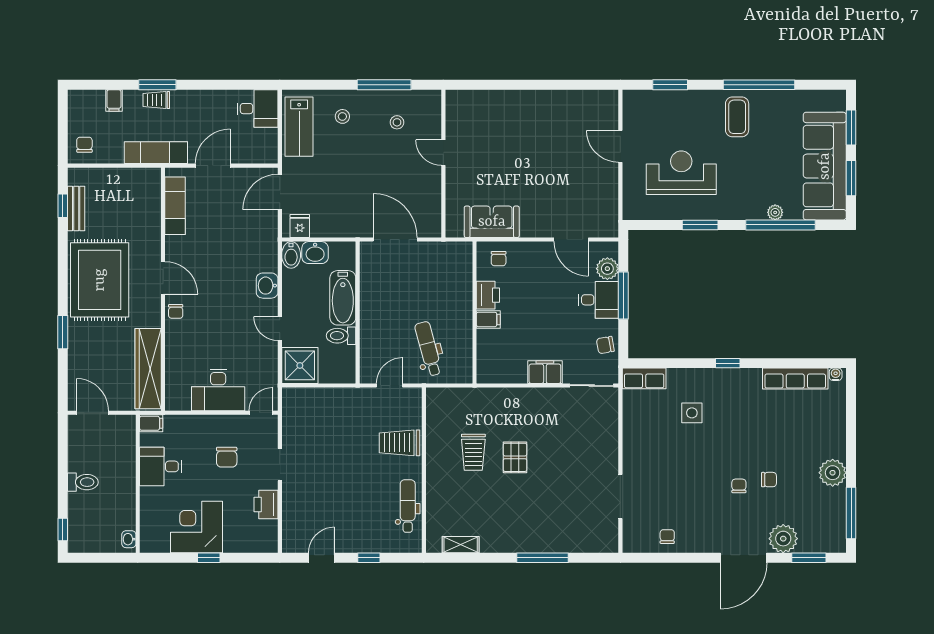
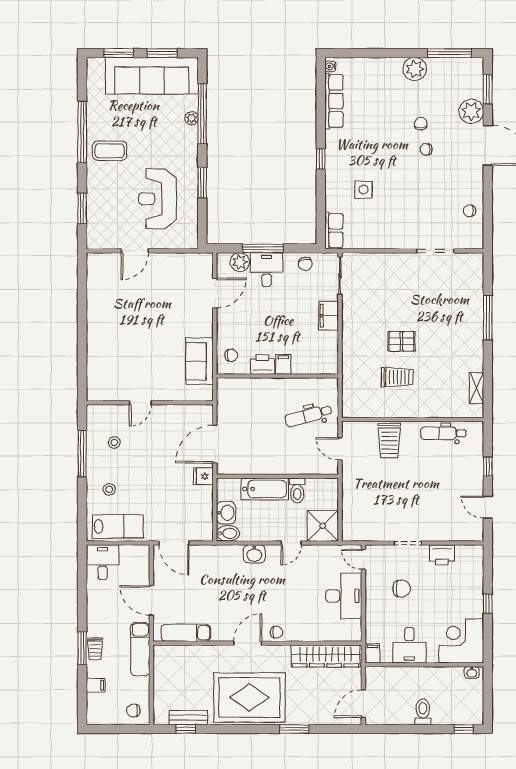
fridge: (300, 226) -> (203, 476), moved
corner desk: (197, 527) -> (461, 641), moved, turned 90

